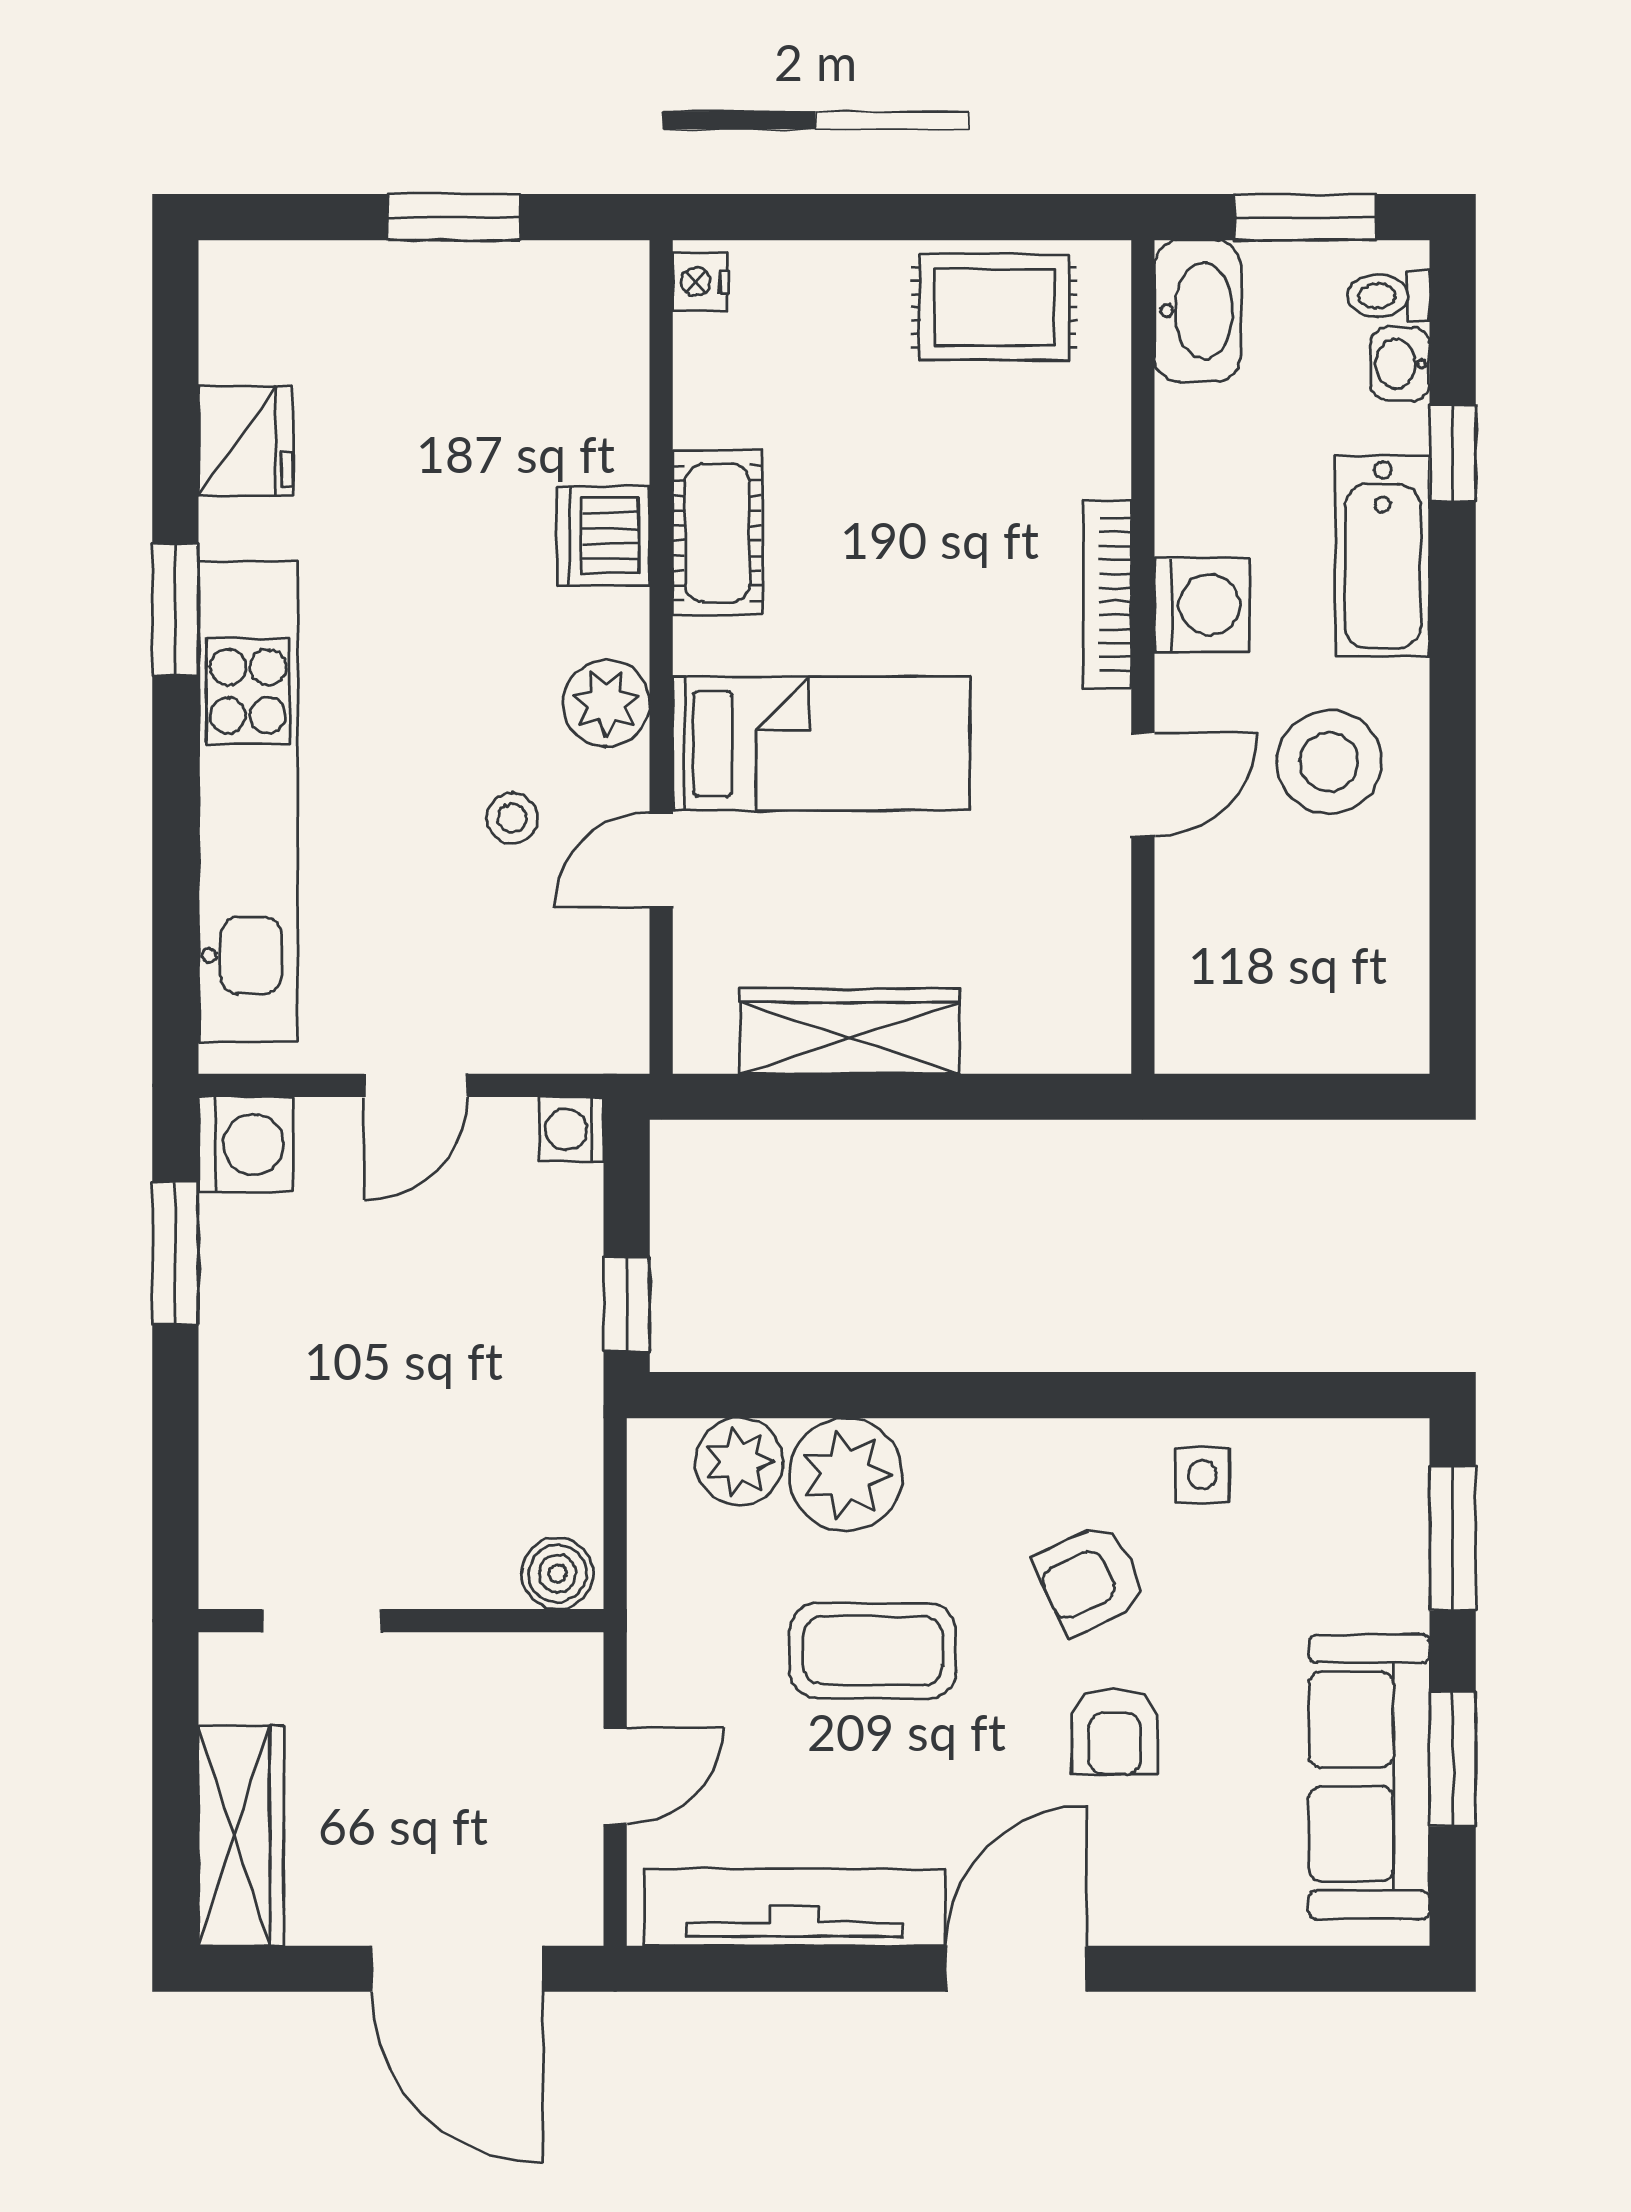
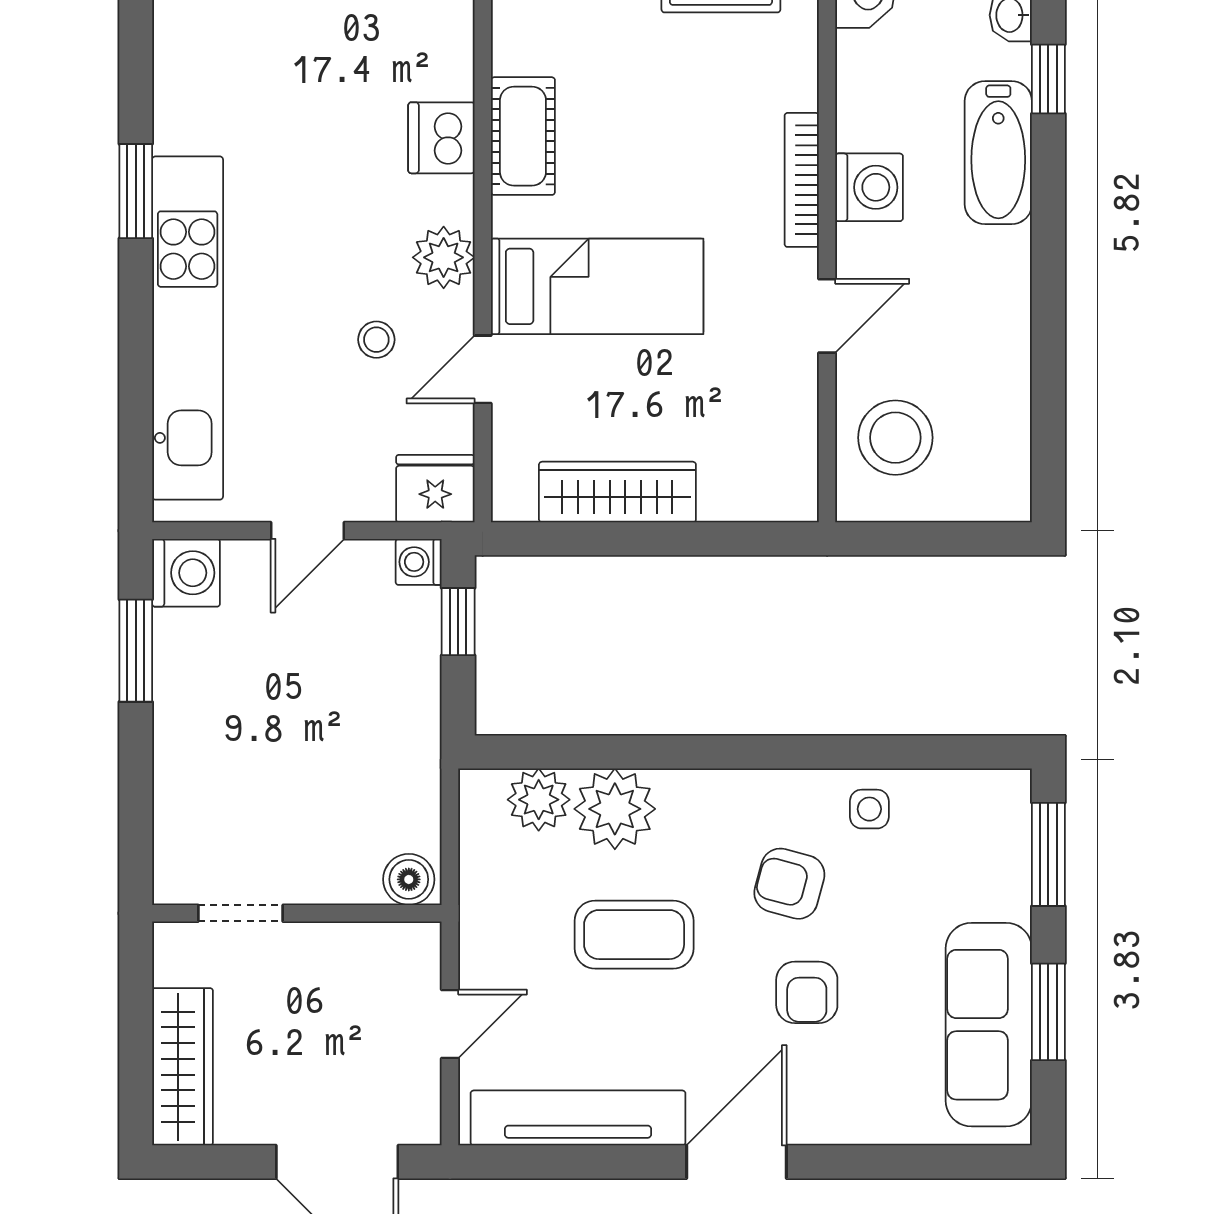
fridge: (246, 441) -> (435, 489), moved, turned -90
stool: (1329, 762) -> (895, 438), moved
window: (627, 1304) -> (458, 622), moved
armchair: (1090, 1579) -> (789, 884), turned 40

